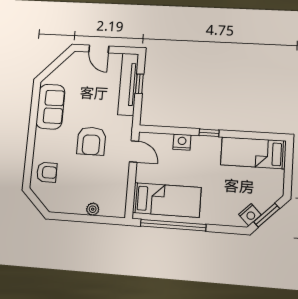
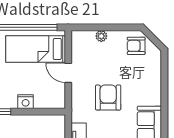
door: (134, 151) -> (68, 73), moved
armchair: (47, 172) -> (136, 46), moved

